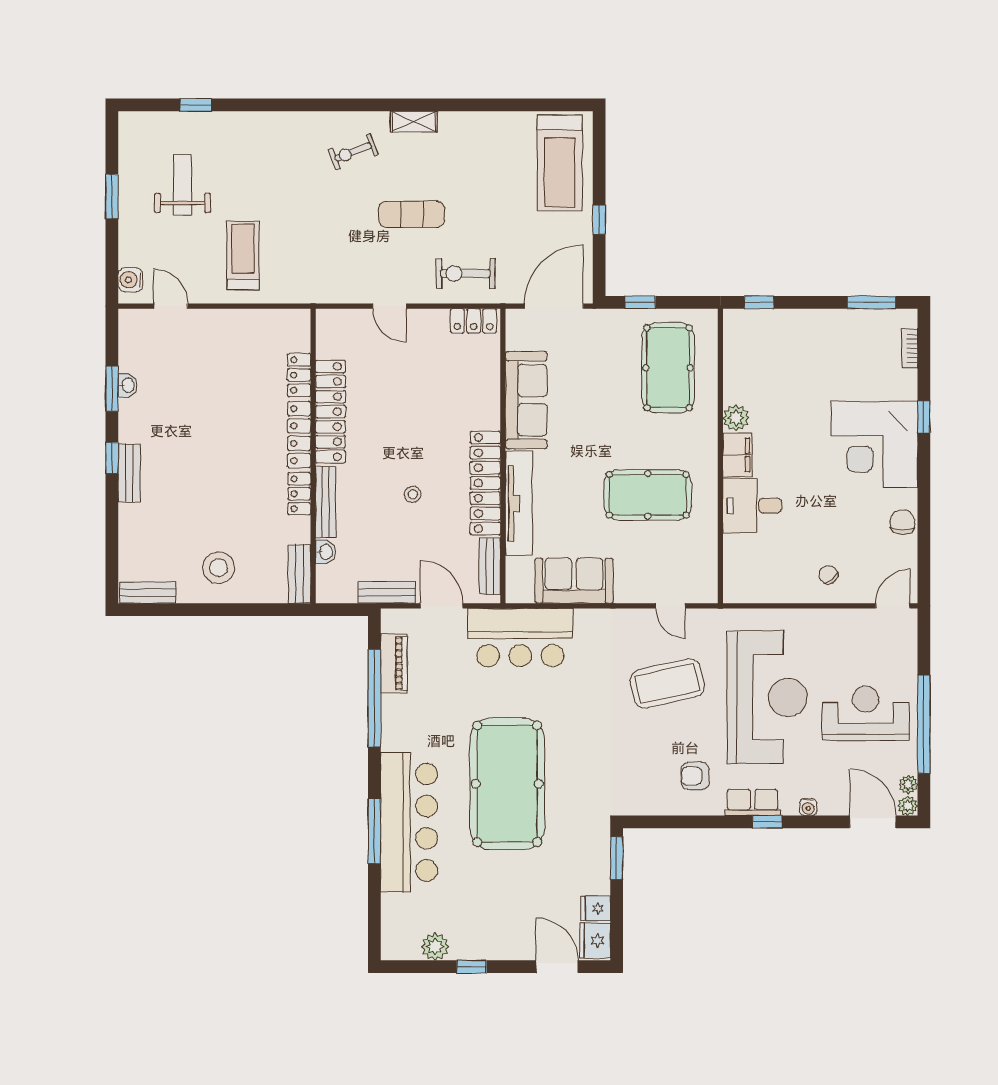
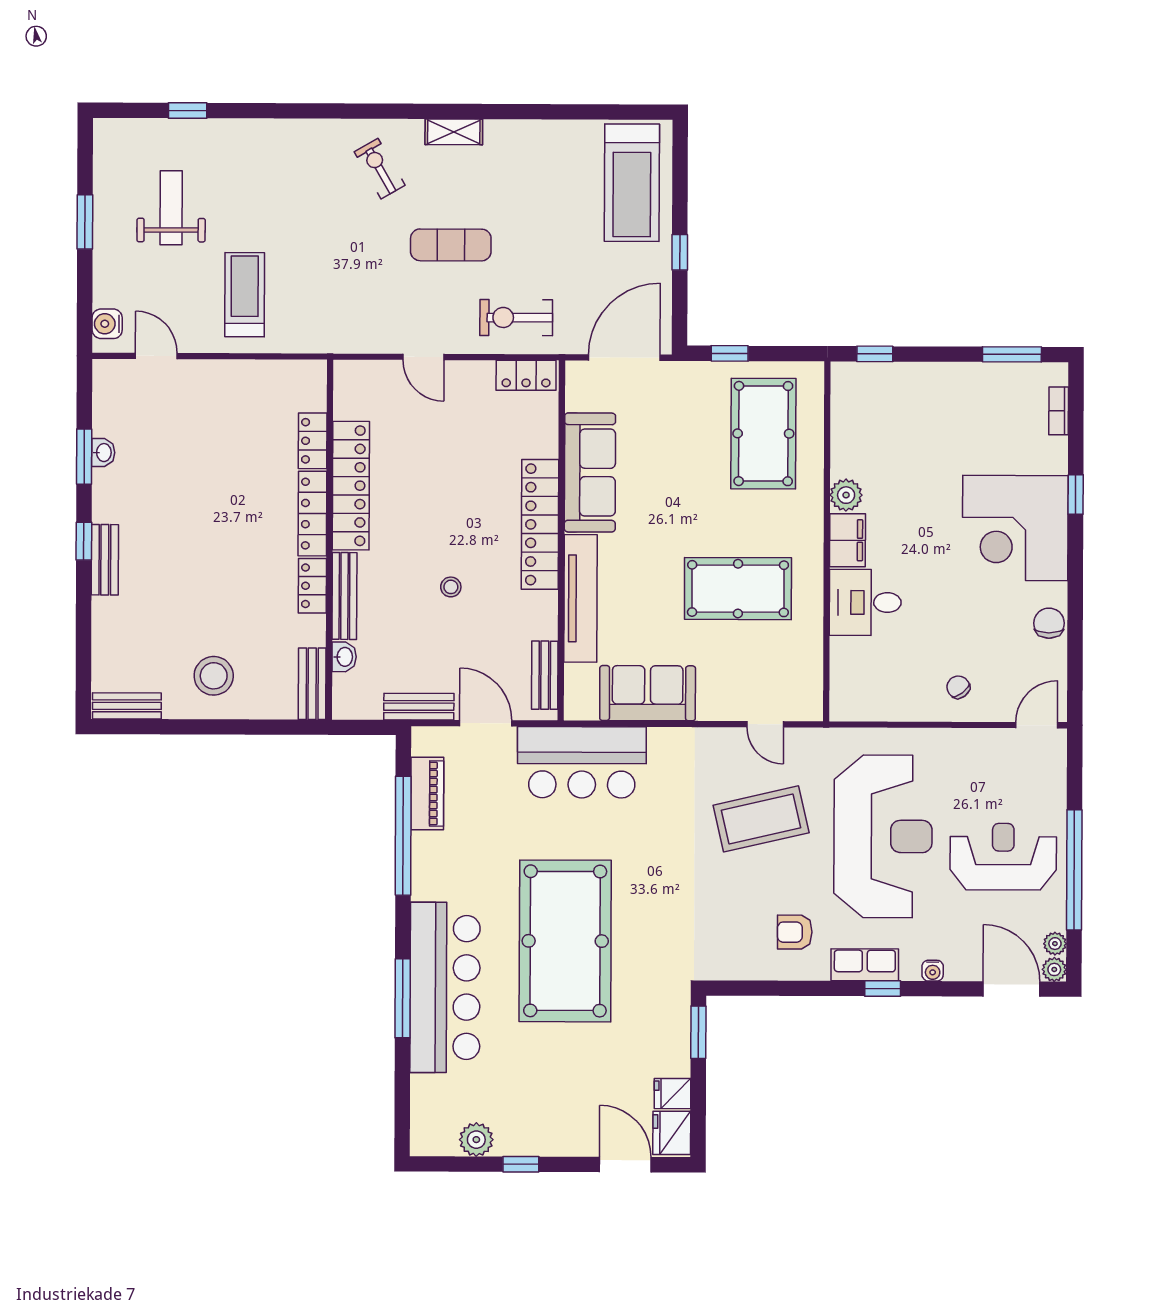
exercise bike: (353, 152) -> (380, 169), turned 81
locker: (485, 483) -> (540, 524), moved

